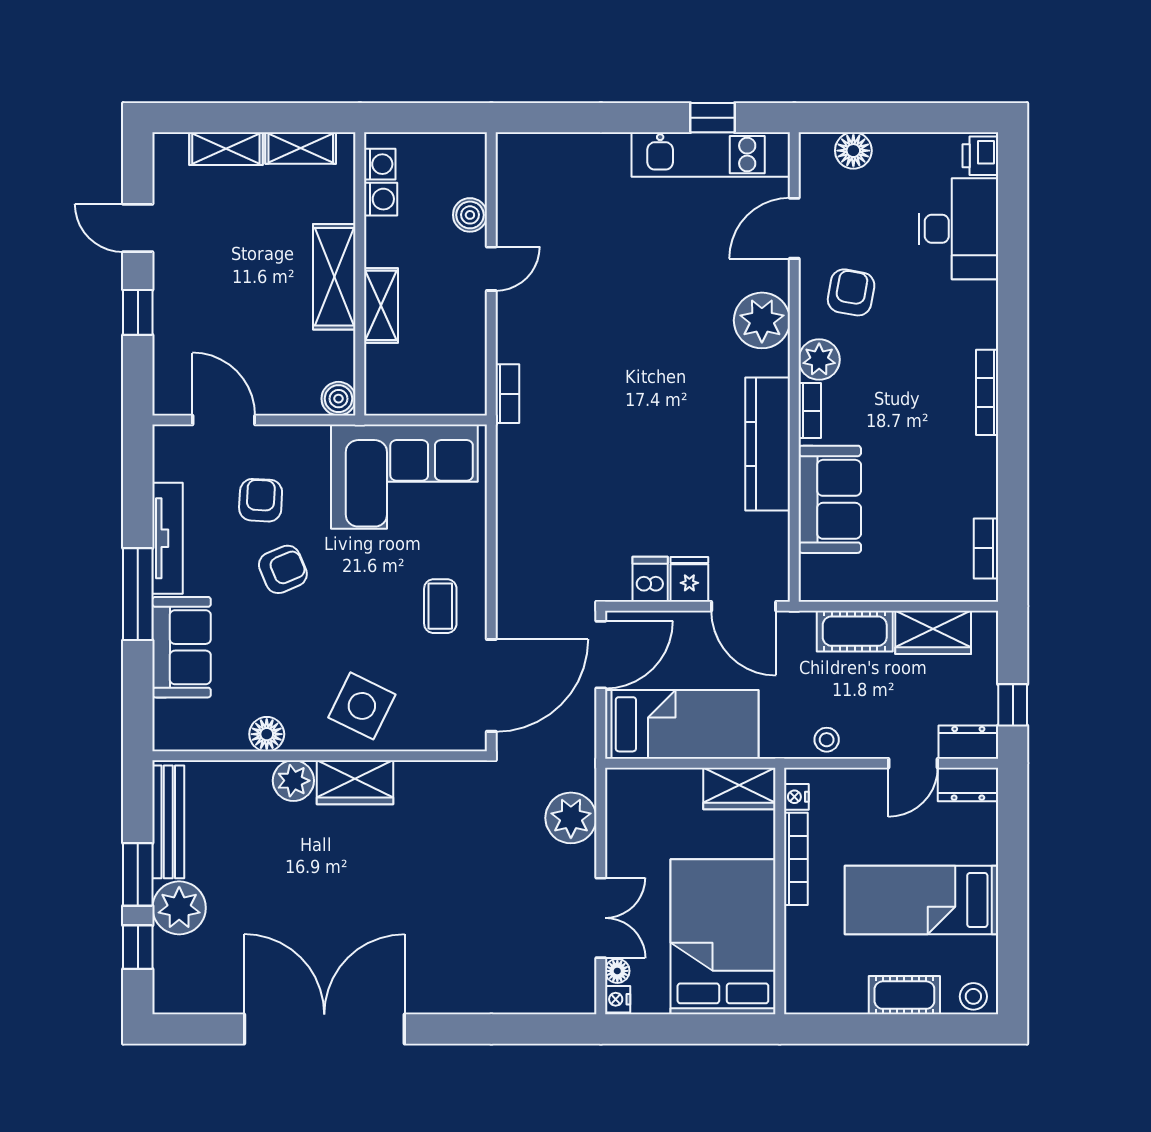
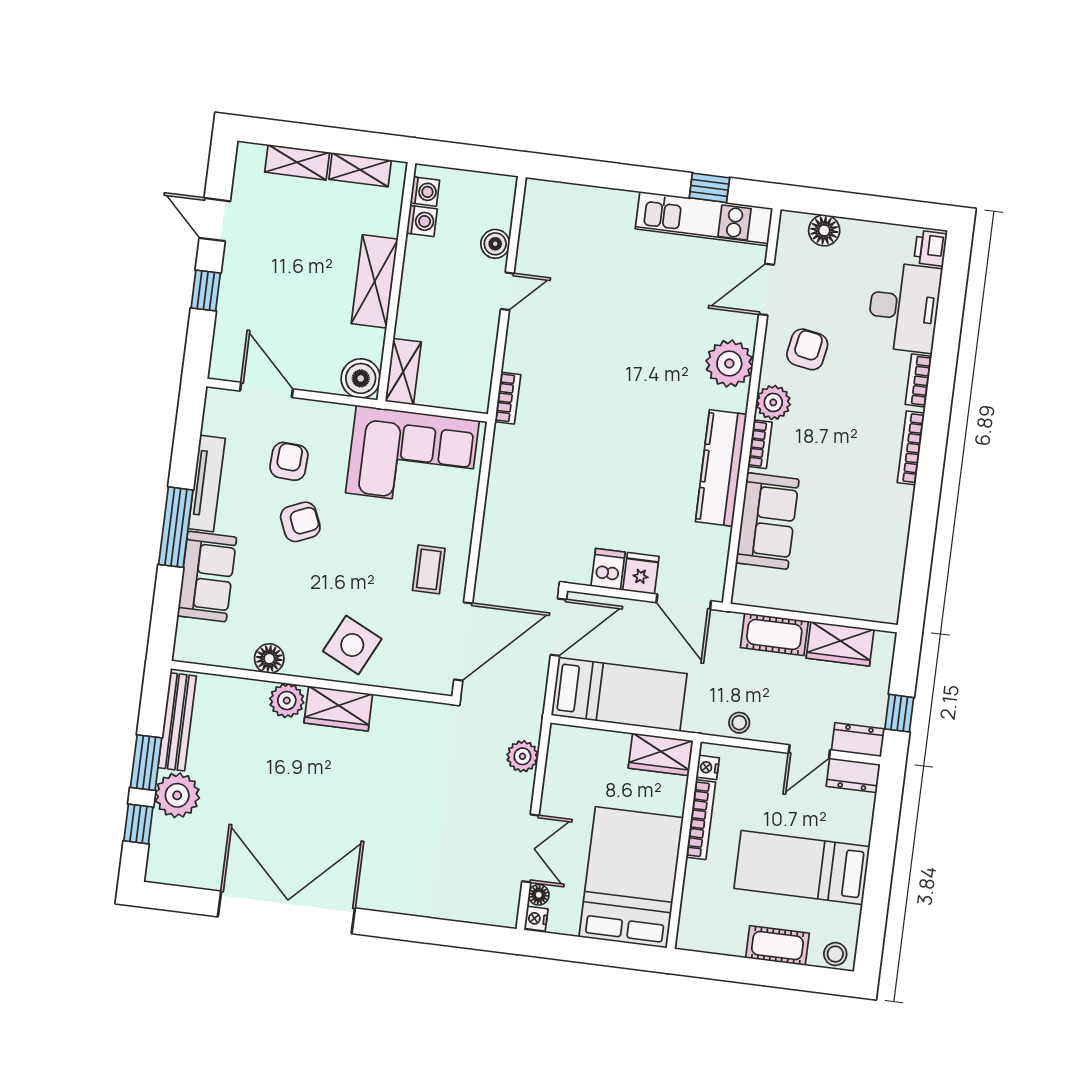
shelving: (381, 305) -> (403, 372), moved
boiler: (339, 399) -> (361, 378), width x1.36, depth x1.36
bookcase: (986, 548) -> (919, 380), moved
plant: (571, 818) -> (522, 756), width x0.73, depth x0.73

